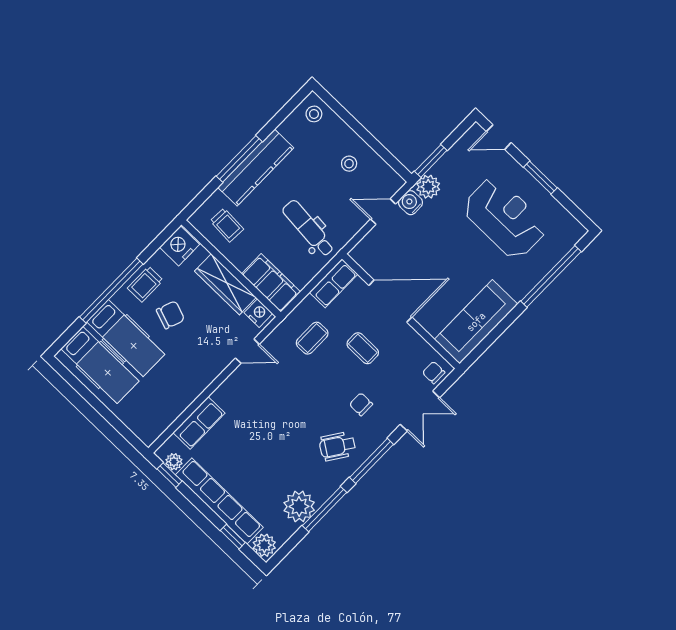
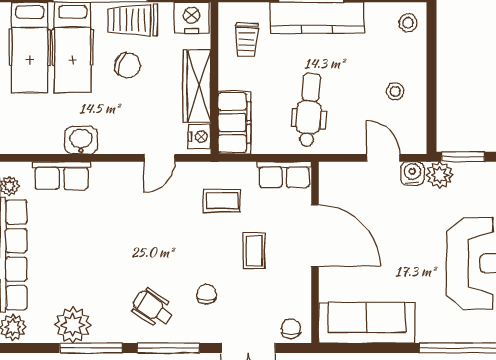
trolley: (145, 284) -> (133, 20), width x1.36, depth x1.39
door: (247, 351) -> (159, 158), hinge flipped
washbasin: (189, 389) -> (81, 140), added

